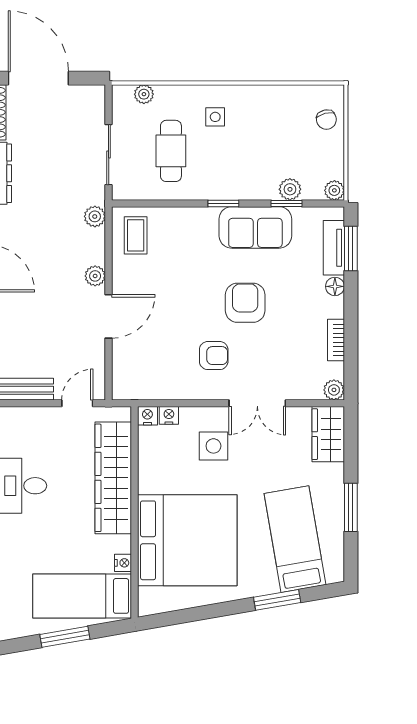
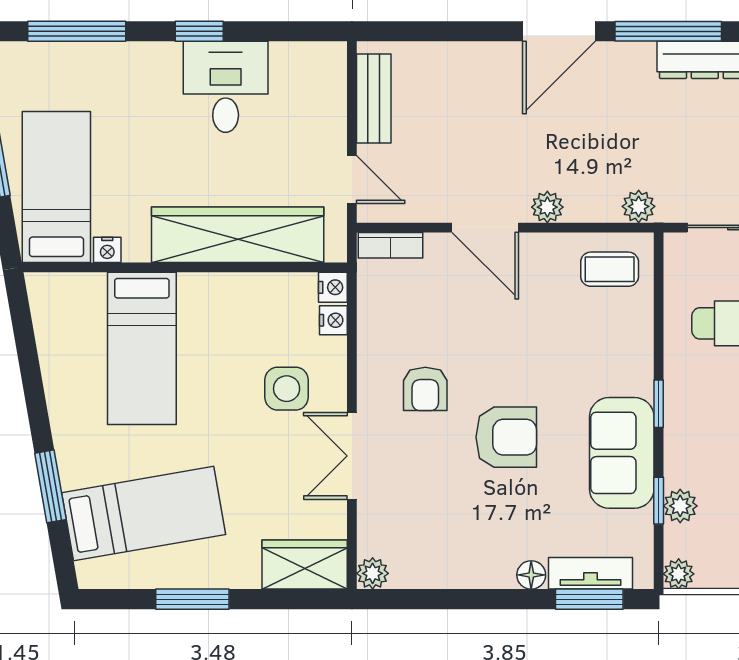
bookcase: (336, 340) -> (390, 245), moved, turned 180
bed: (187, 540) -> (142, 348), width x0.49

